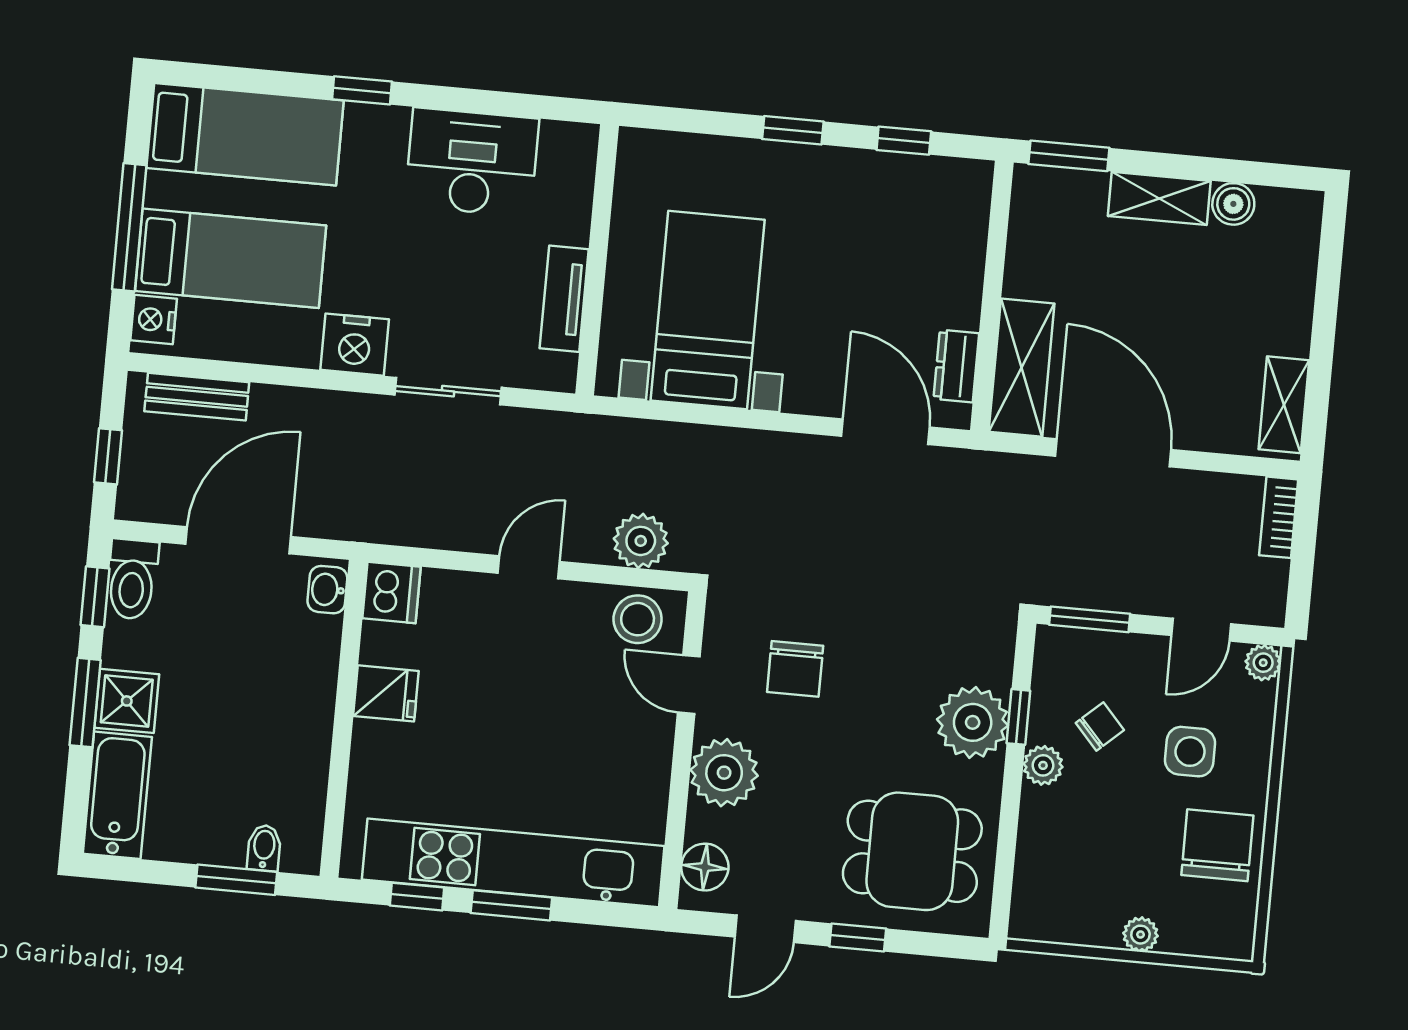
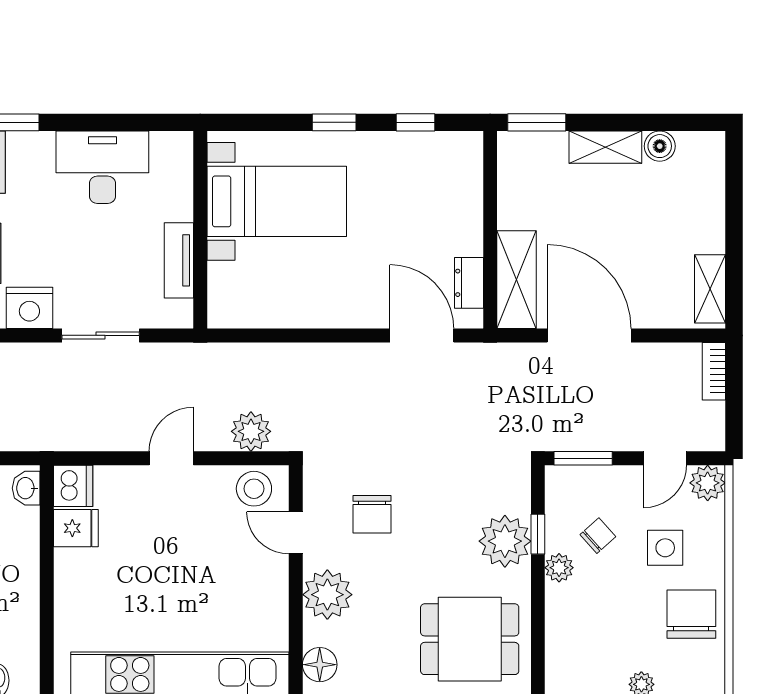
bed with nightstands: (708, 310) -> (277, 201), moved, turned 90
plant: (1263, 663) -> (708, 483), width x1.38, depth x1.38
fridge: (386, 693) -> (76, 528), moved

